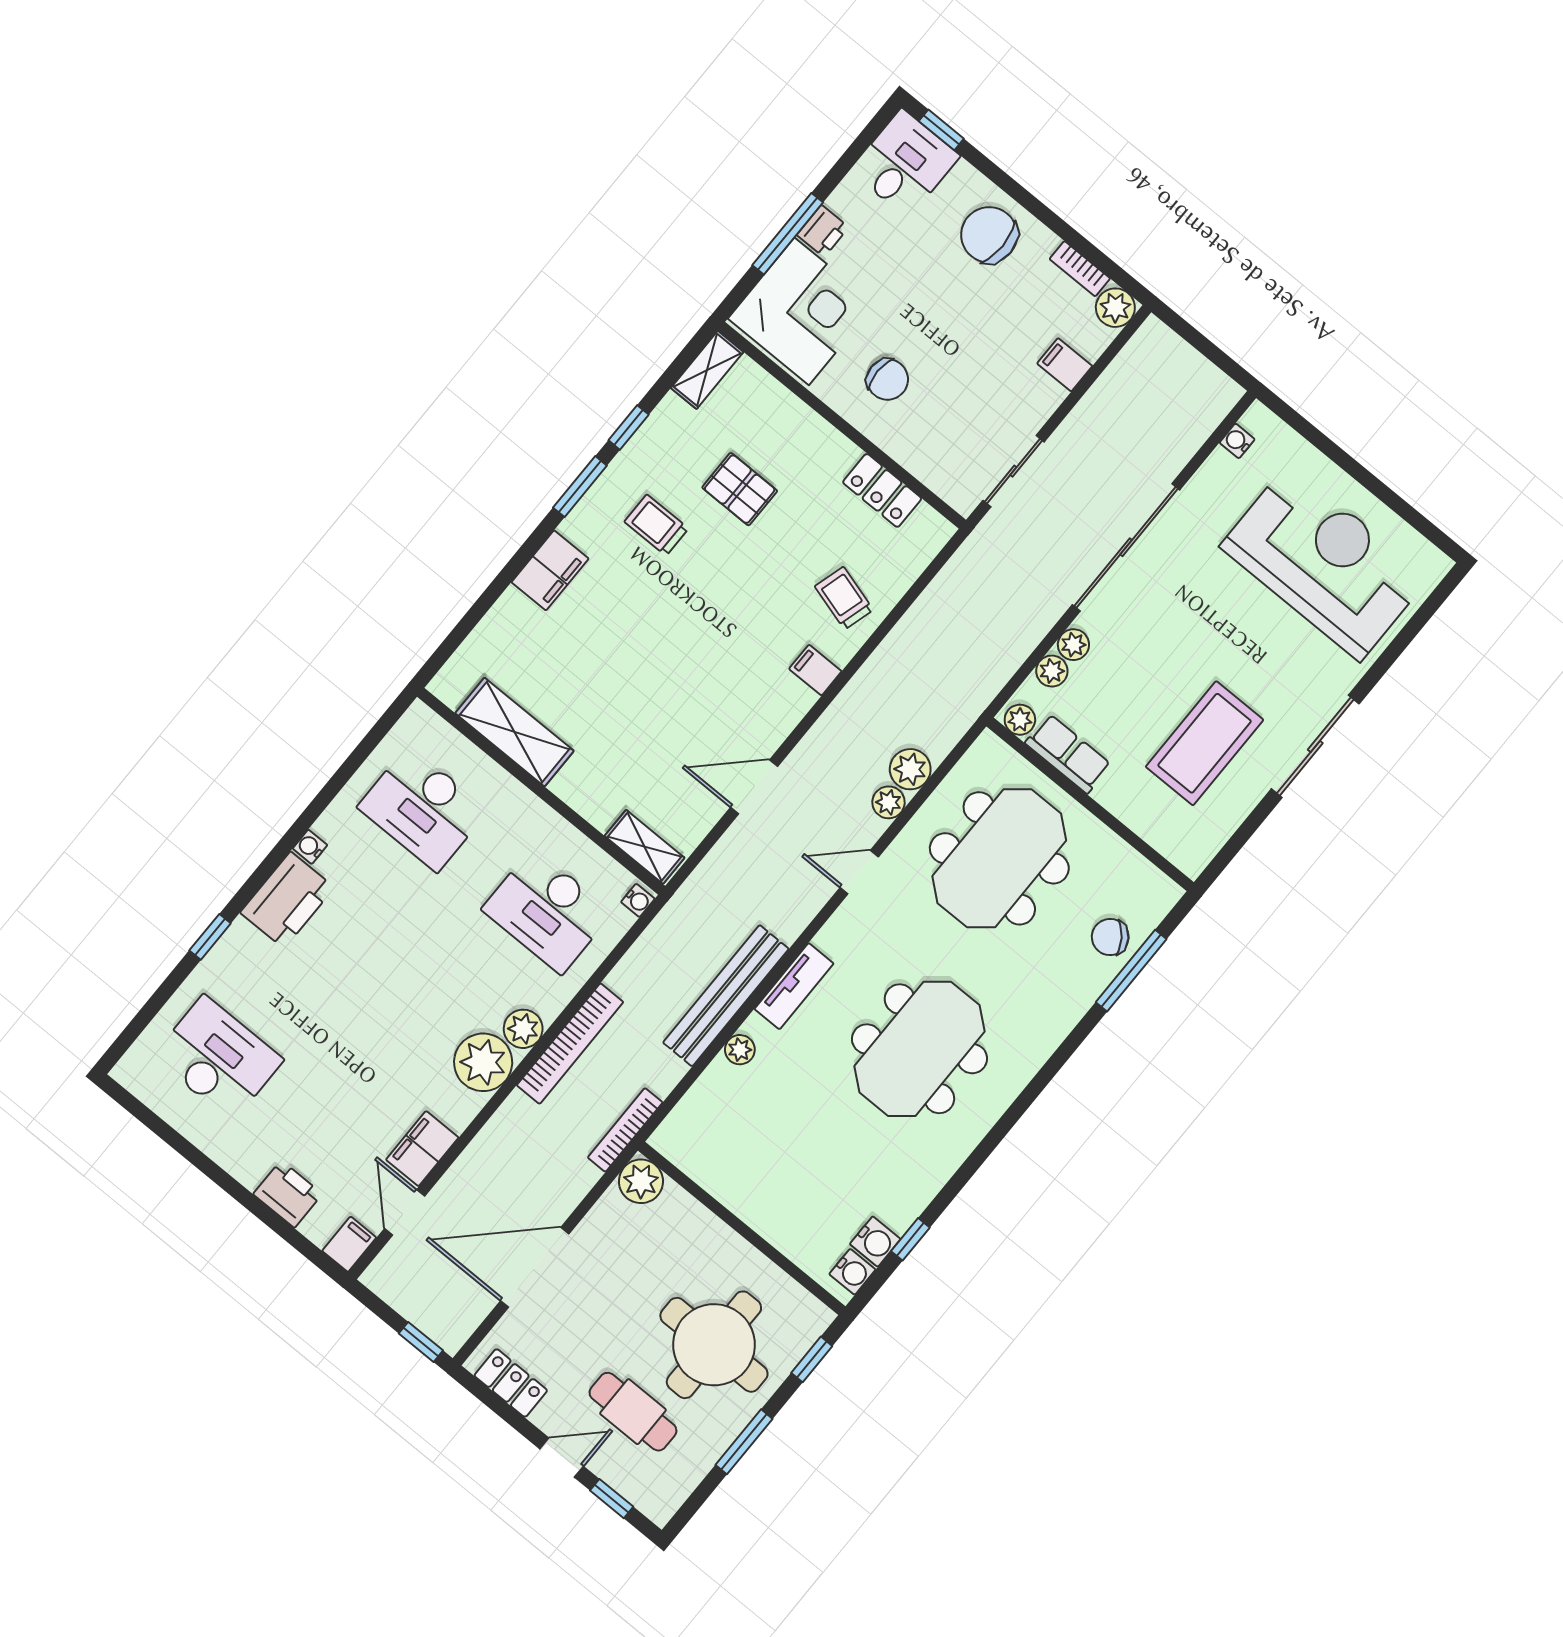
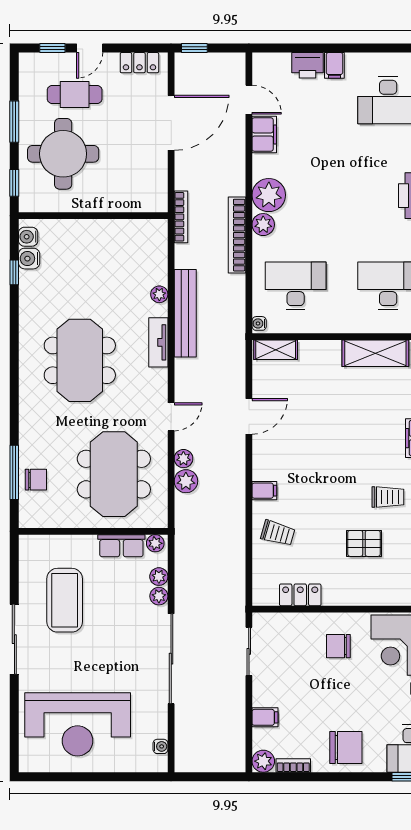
chair: (1110, 937) -> (36, 480), turned 36
plant: (641, 1181) -> (155, 200), removed
filing cabinet: (349, 1244) -> (334, 65), moved

